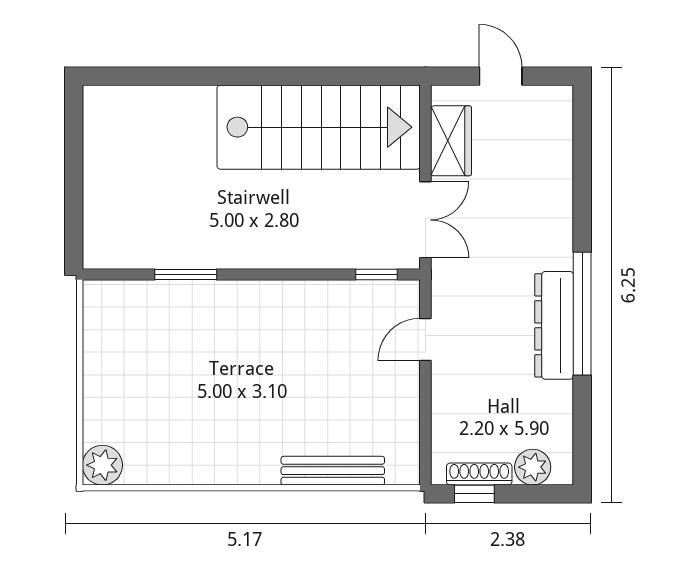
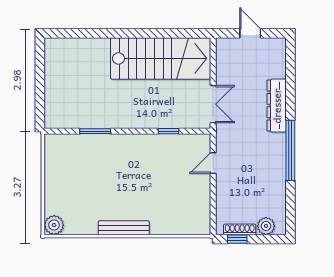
wardrobe: (451, 141) -> (226, 65), removed
window: (376, 275) -> (168, 131), moved
dresser: (554, 325) -> (277, 106), moved
bench: (333, 471) -> (124, 228), moved

